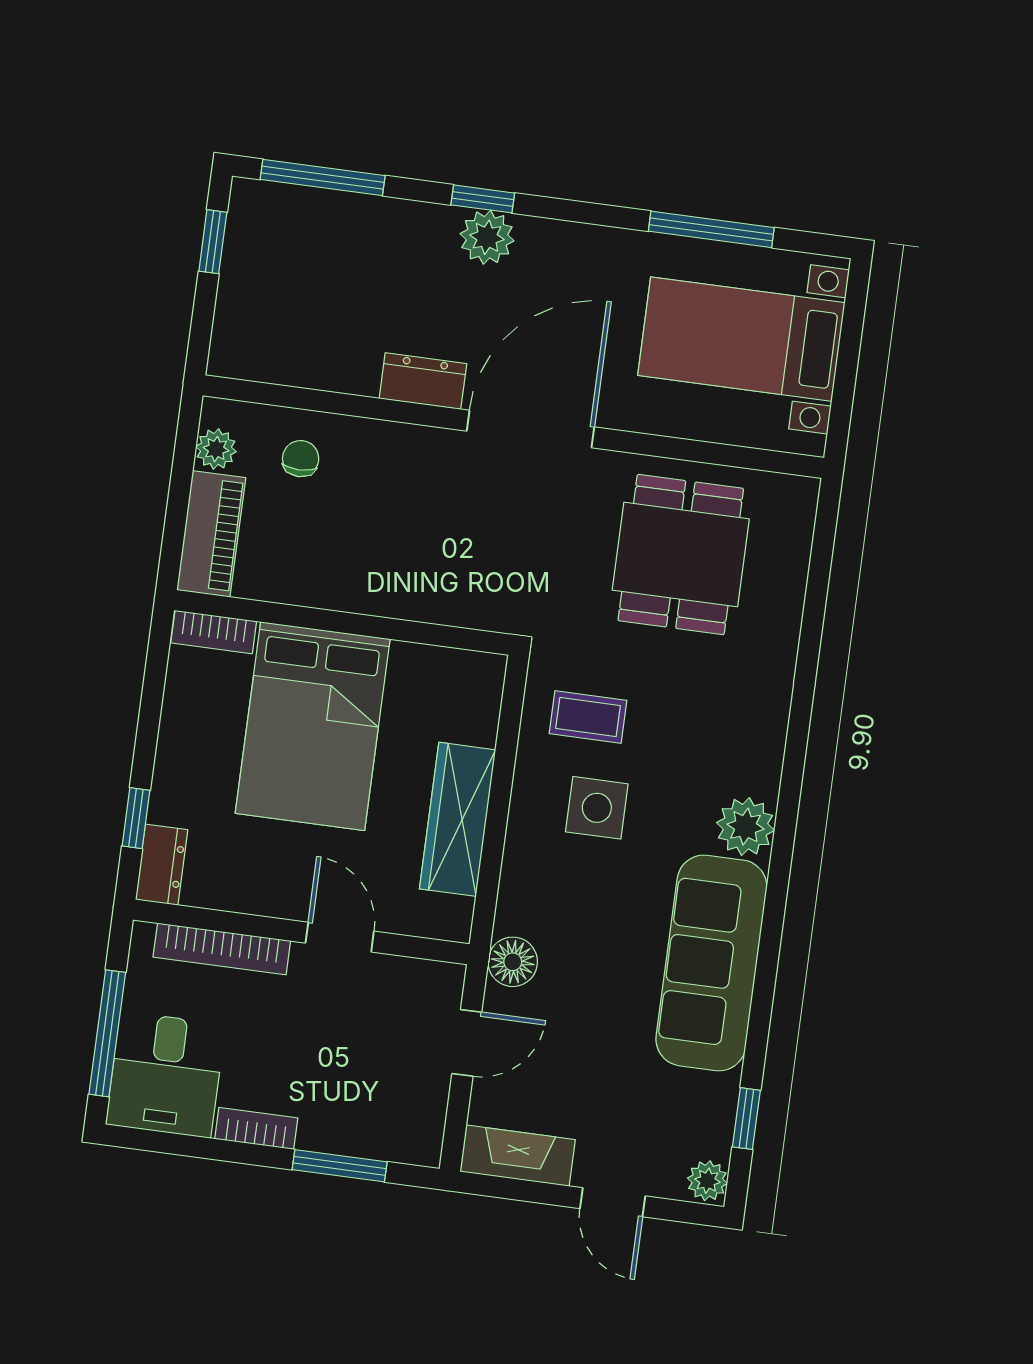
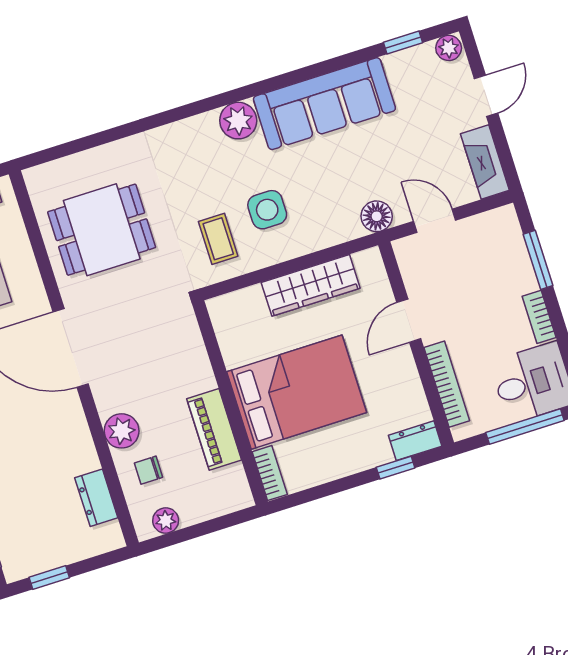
dresser: (423, 381) -> (96, 498), moved
plant: (376, 446) -> (122, 431), added
piano: (211, 534) -> (214, 429), moved, turned -90

